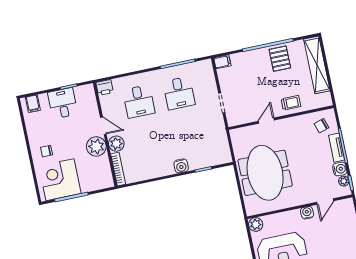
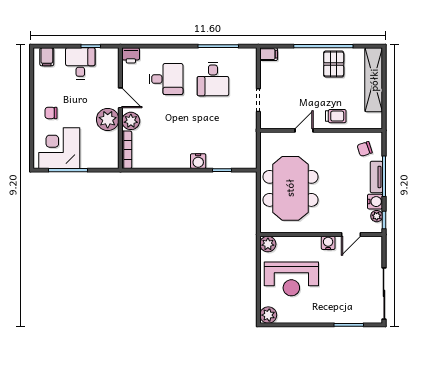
desk: (139, 101) -> (166, 79), turned -90

